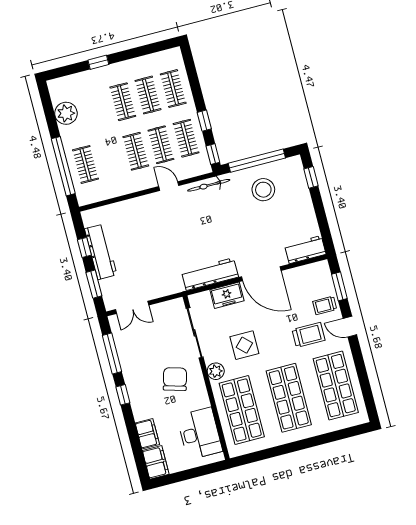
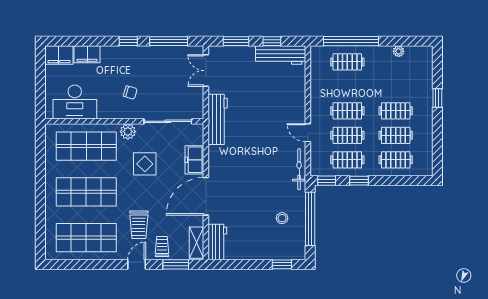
plant: (66, 113) -> (399, 51), width x0.53, depth x0.53
door: (169, 186) -> (308, 133), swing flipped
stool: (263, 190) -> (282, 218), width x0.53, depth x0.53
workbench: (101, 252) -> (281, 55), moved
shelving: (311, 271) -> (197, 243), added
workbench: (210, 274) -> (218, 119), moved
chair: (175, 379) -> (130, 92), width x0.54, depth x0.54

